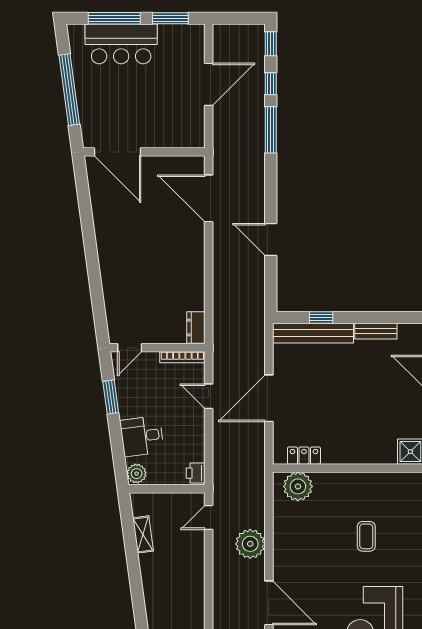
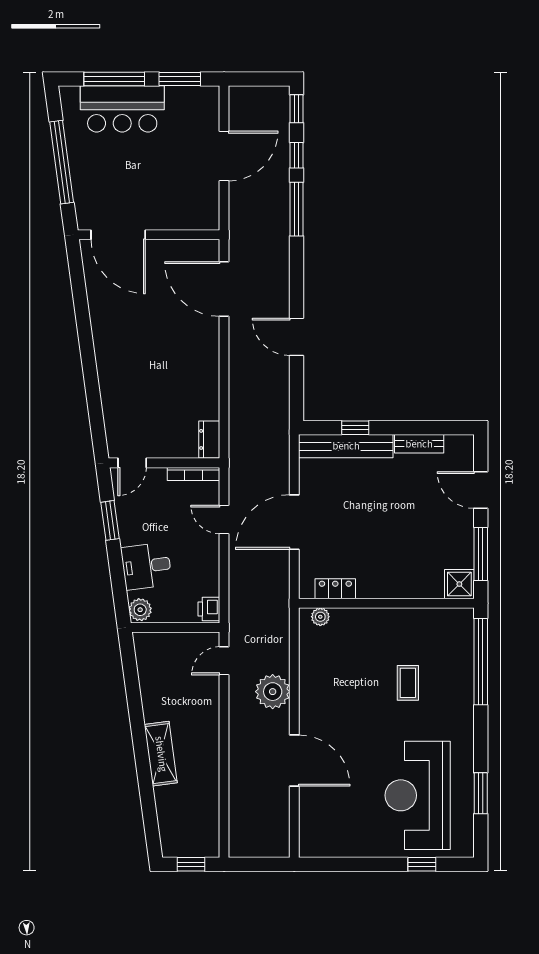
plant: (298, 486) -> (320, 617), width x0.53, depth x0.53
shelving: (143, 534) -> (161, 754), moved, width x1.50, depth x1.33

